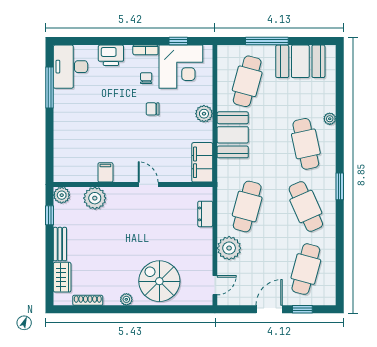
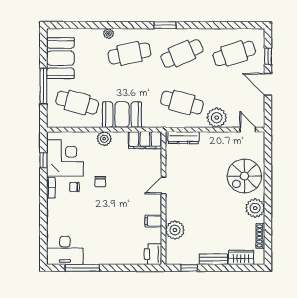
printer: (111, 55) -> (153, 254), moved, turned 180
plant: (62, 195) -> (172, 258), removed
dresser: (205, 214) -> (183, 138), width x1.44
cafe table: (306, 269) -> (234, 53), turned -33
plant: (126, 299) -> (255, 208), width x1.88, depth x1.88

